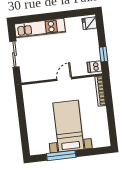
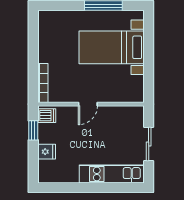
fridge: (89, 23) -> (47, 152), moved
bed with nightstands: (68, 126) -> (112, 47), moved, turned 90

